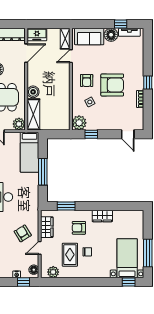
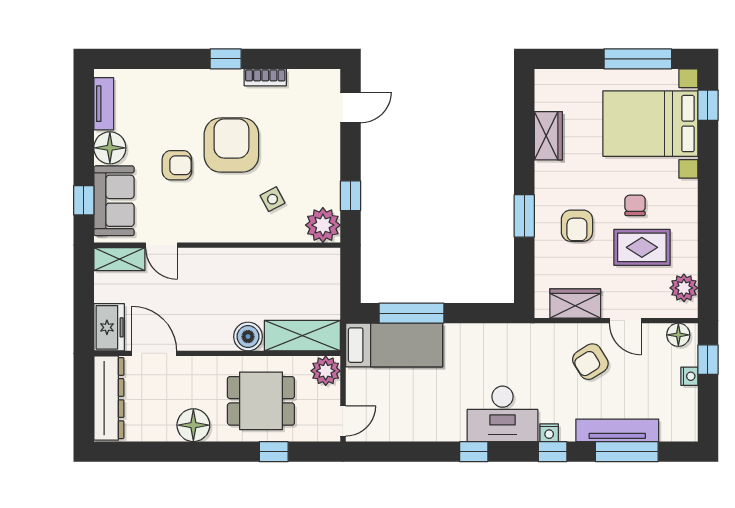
window: (121, 24) -> (84, 200), moved
armchair: (87, 80) -> (177, 165), moved
window: (43, 172) -> (411, 313), moved
window: (66, 206) -> (524, 216), moved
wardrobe: (102, 216) -> (548, 136), moved
bed with nightstands: (127, 258) -> (650, 124), width x1.36

